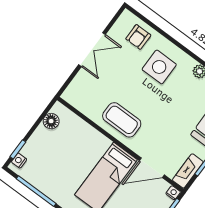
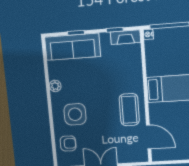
floor lamp: (51, 121) -> (169, 154), removed
door: (152, 168) -> (149, 137), moved

